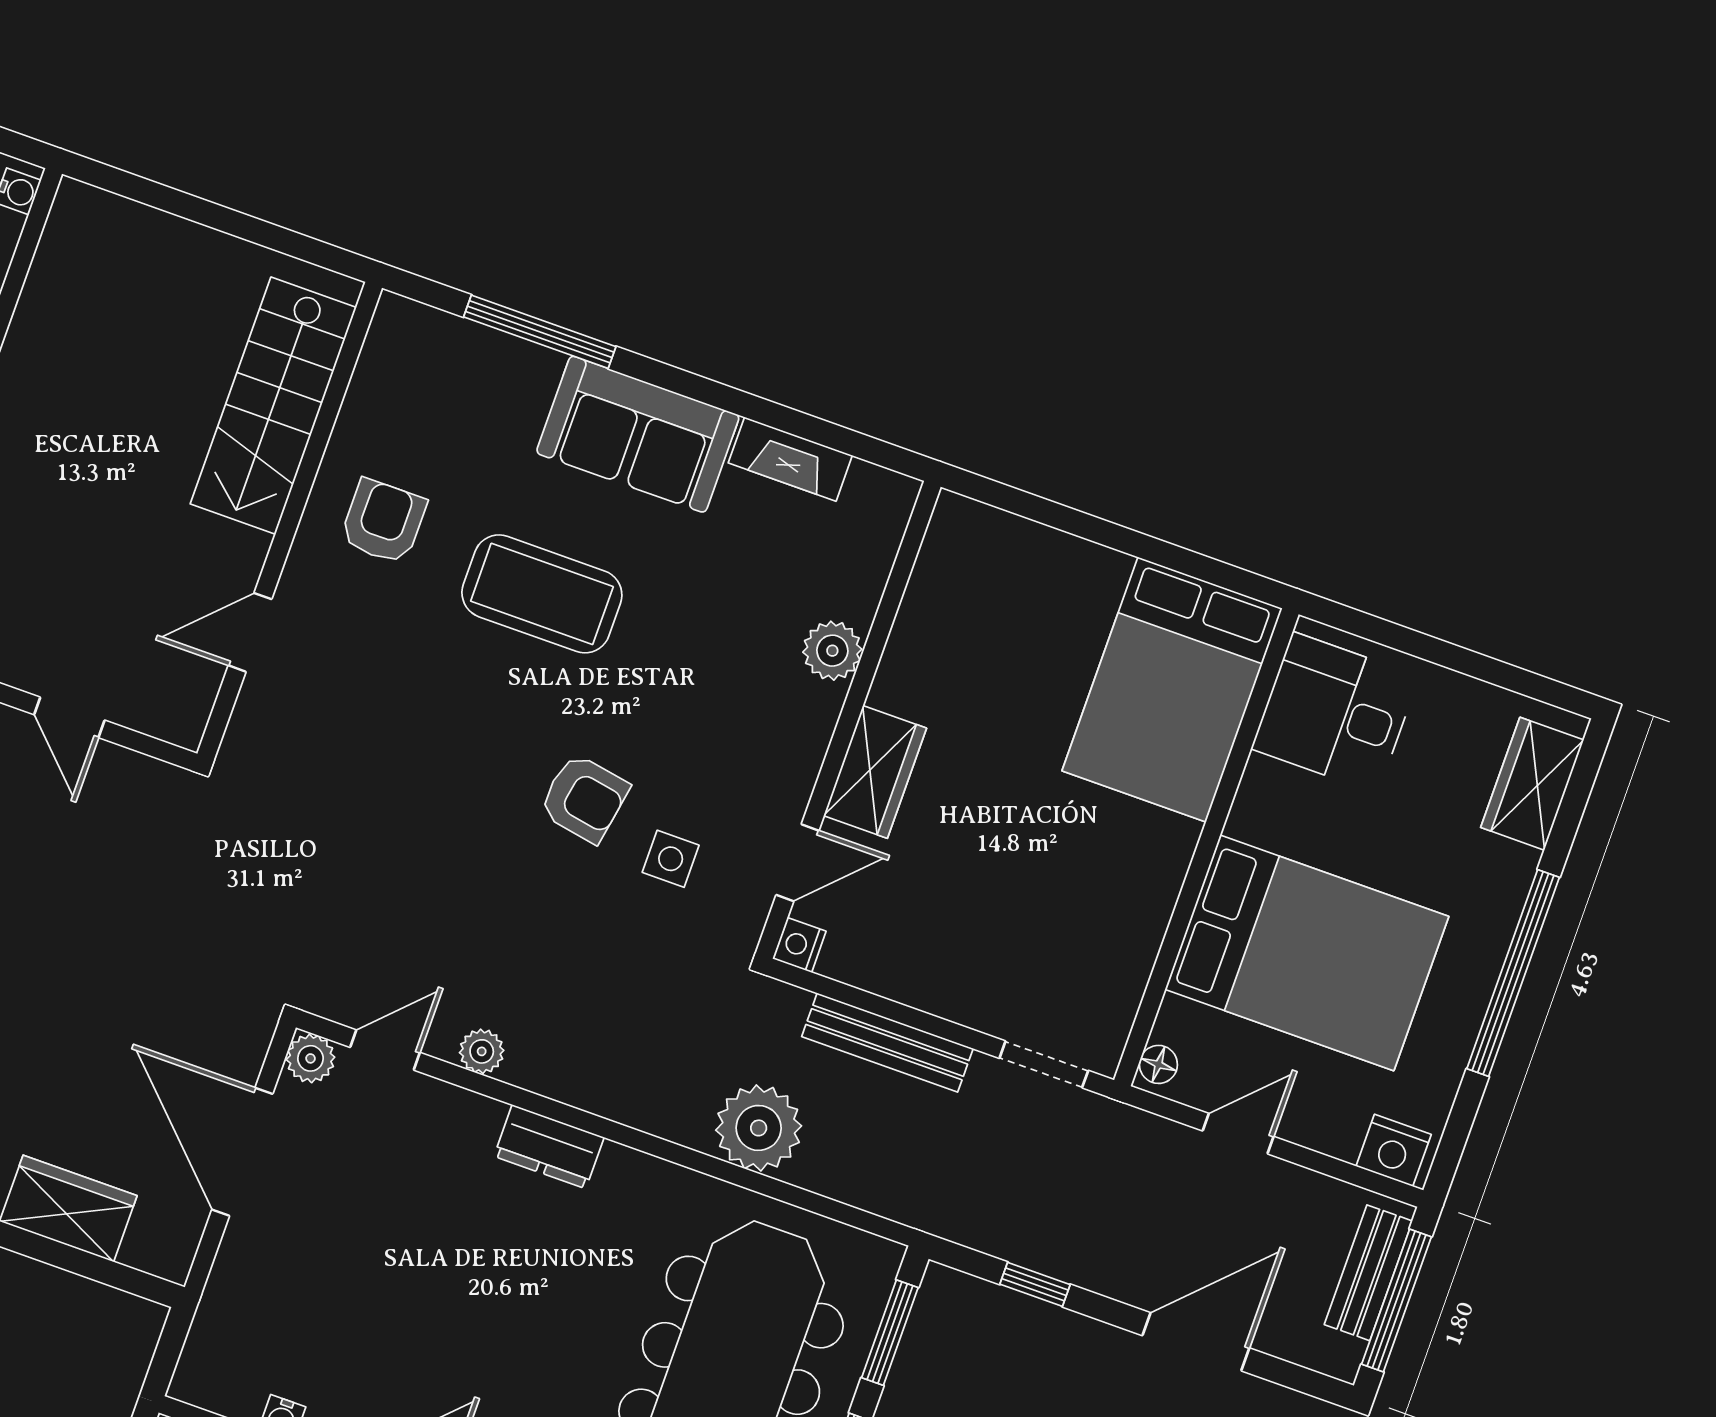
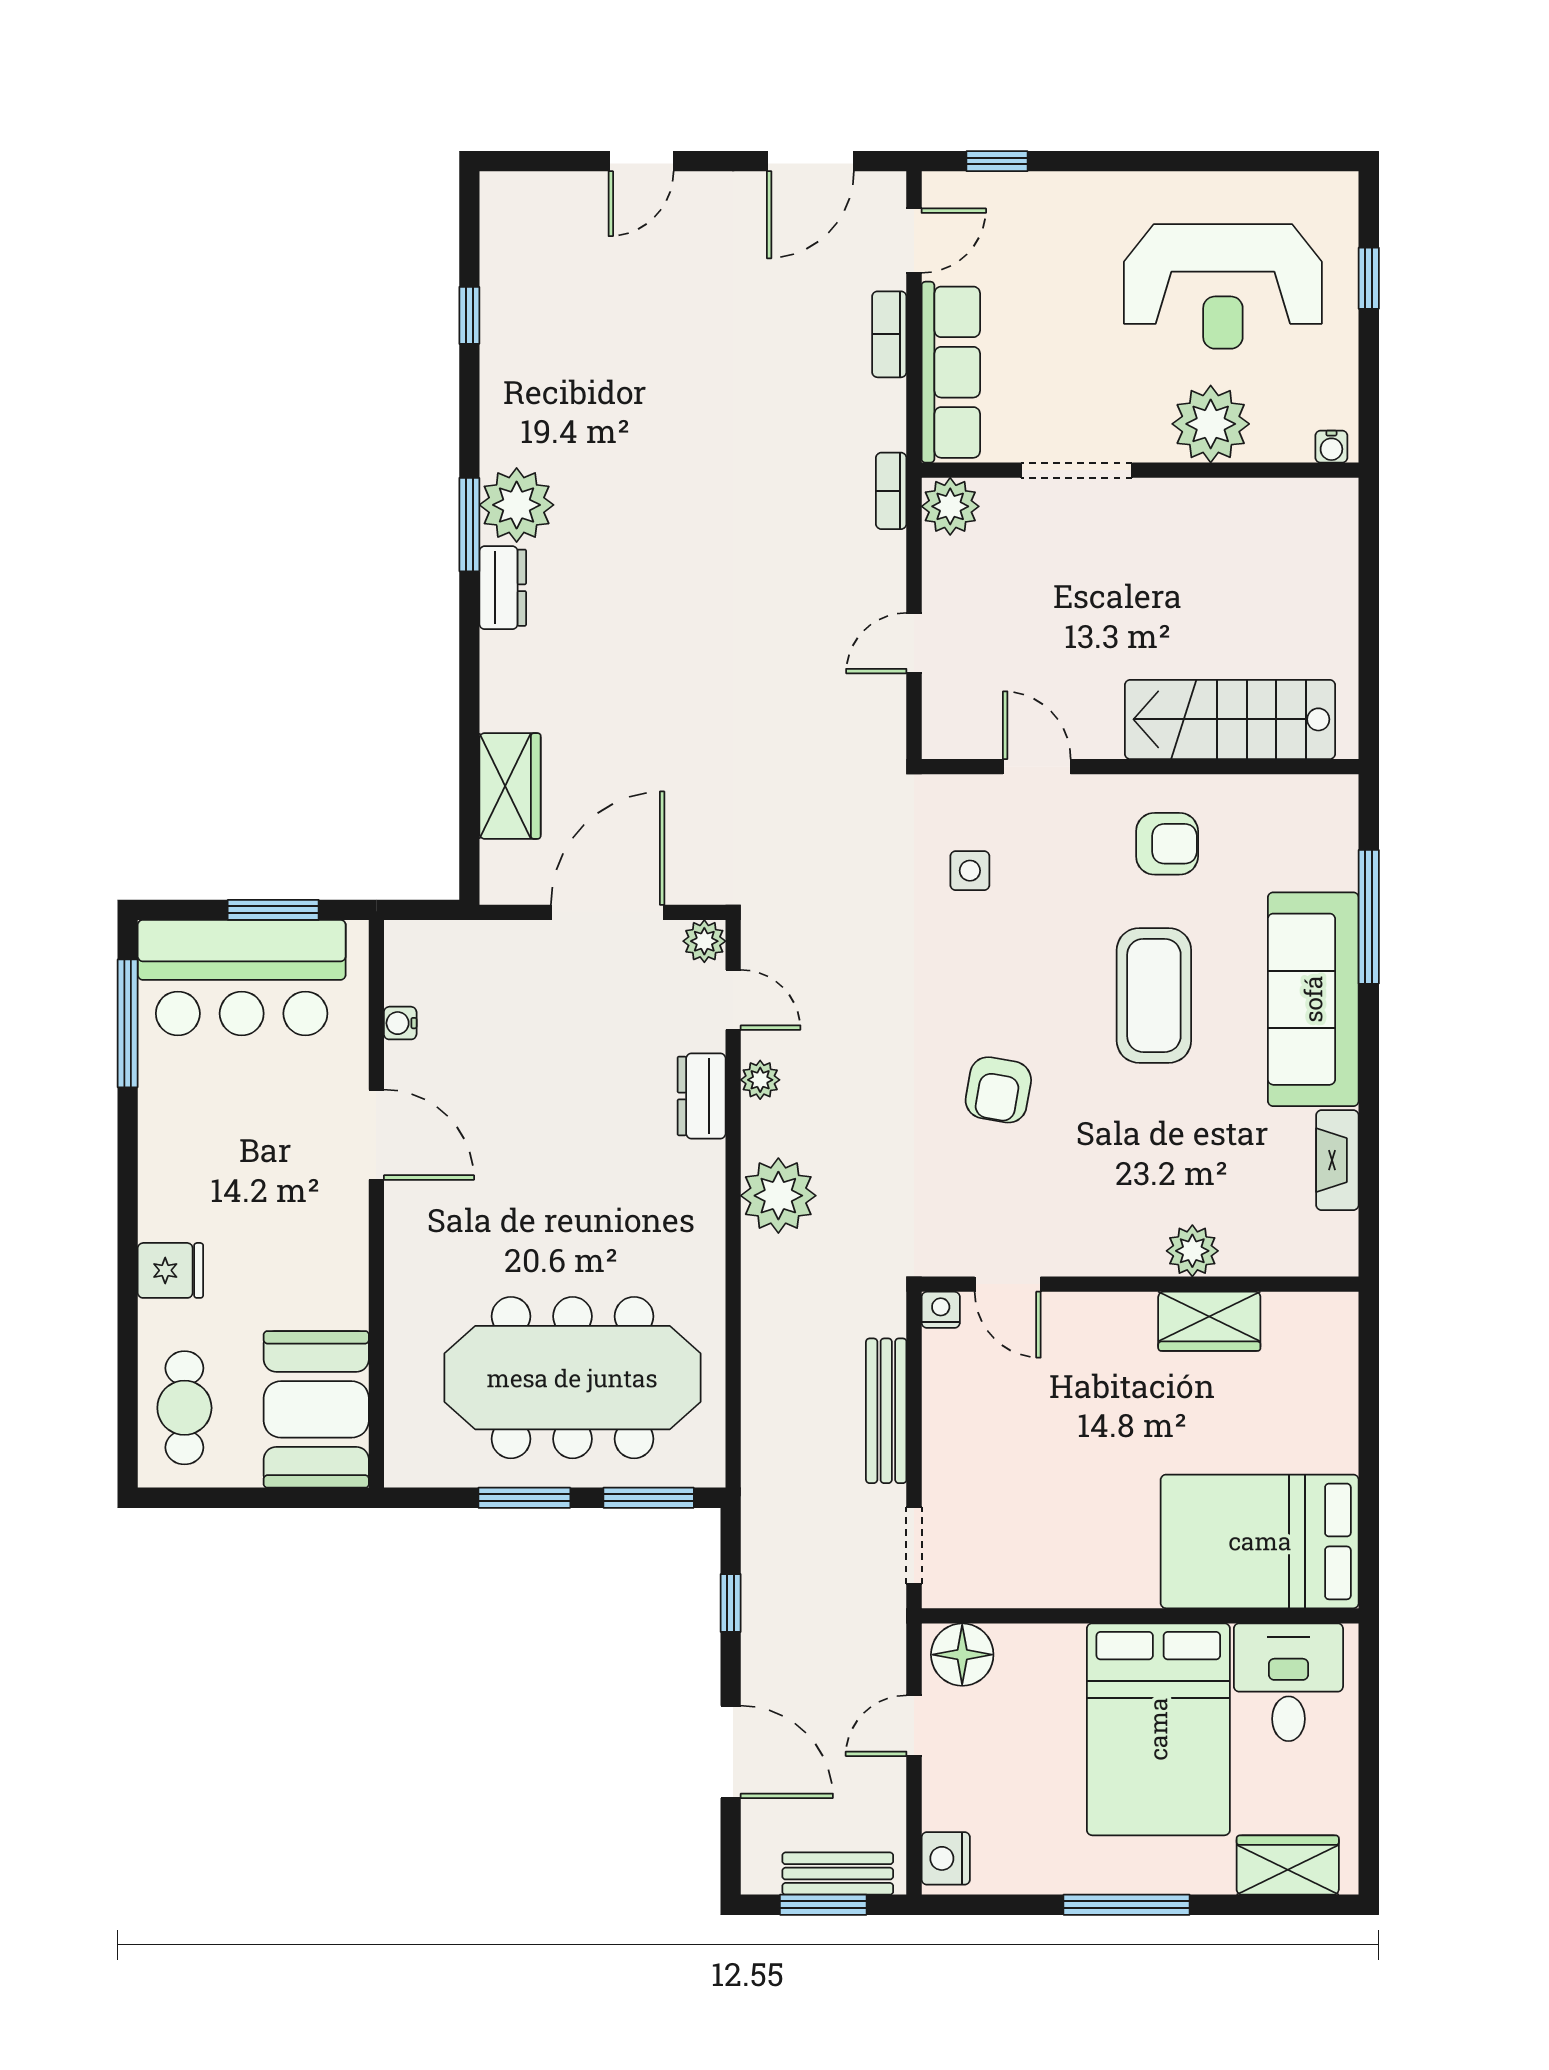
sofa: (638, 434) -> (1313, 999), width x1.36
wardrobe: (875, 772) -> (1209, 1321), moved
side table: (671, 859) -> (970, 871), moved
bed: (1307, 953) -> (1158, 1729), moved
window: (1513, 973) -> (1127, 1905), width x0.68
floor lamp: (1158, 1064) -> (962, 1655), width x1.89, depth x1.89
plant: (759, 1128) -> (778, 1196), moved
door: (1238, 1134) -> (914, 1726), swing flipped
dresser: (549, 1147) -> (702, 1096), moved
window: (1397, 1300) -> (823, 1905), width x0.69

